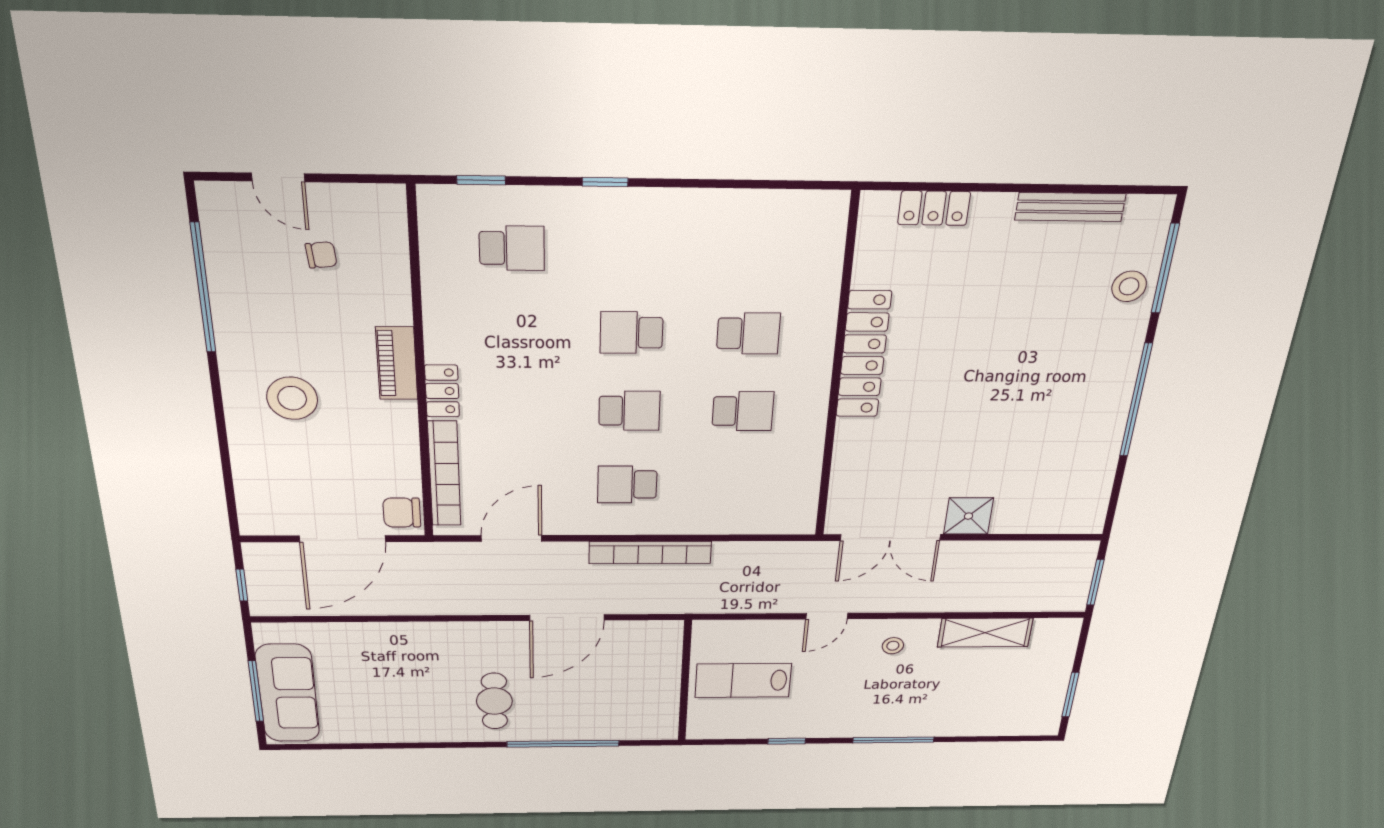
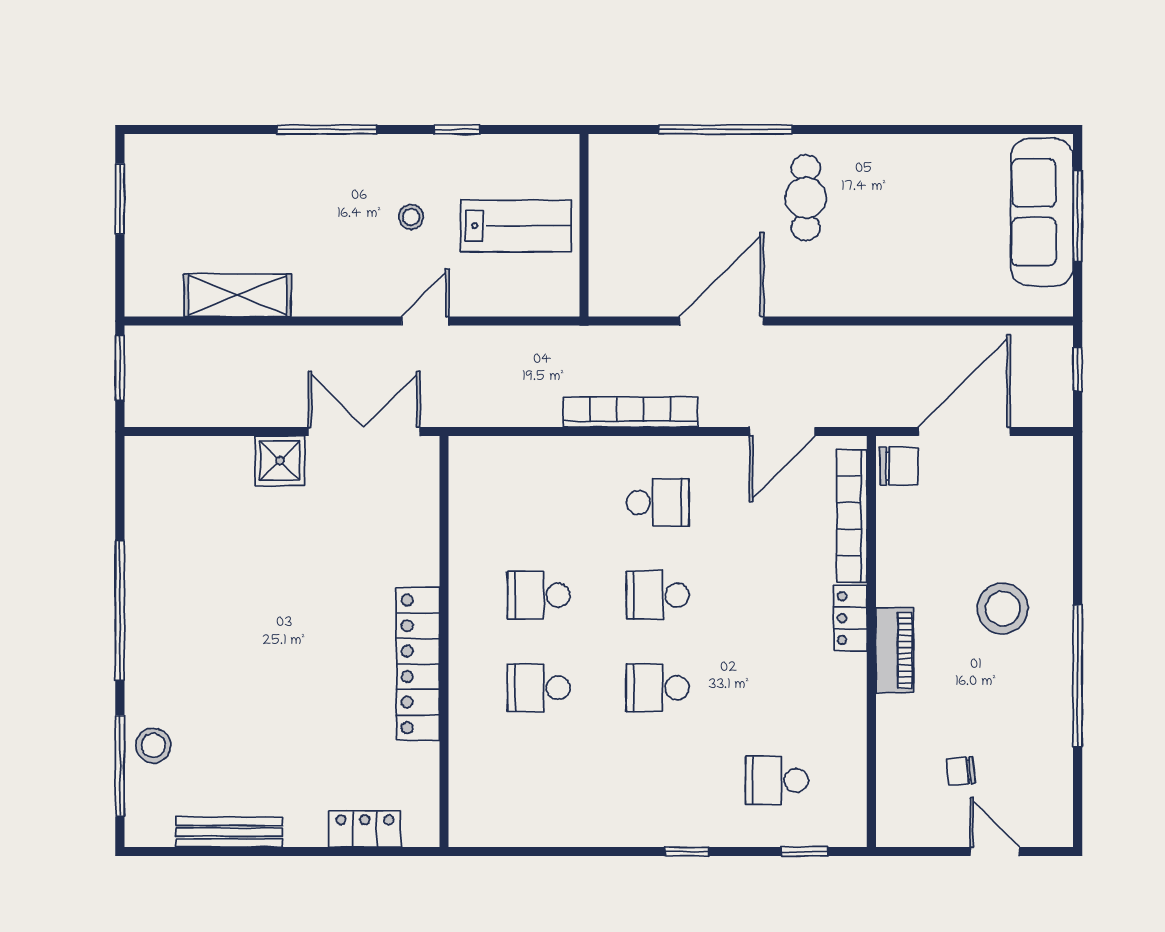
window: (203, 288) -> (1078, 676), moved
school desk: (631, 333) -> (658, 688), turned 180
stool: (893, 646) -> (411, 217), moved

